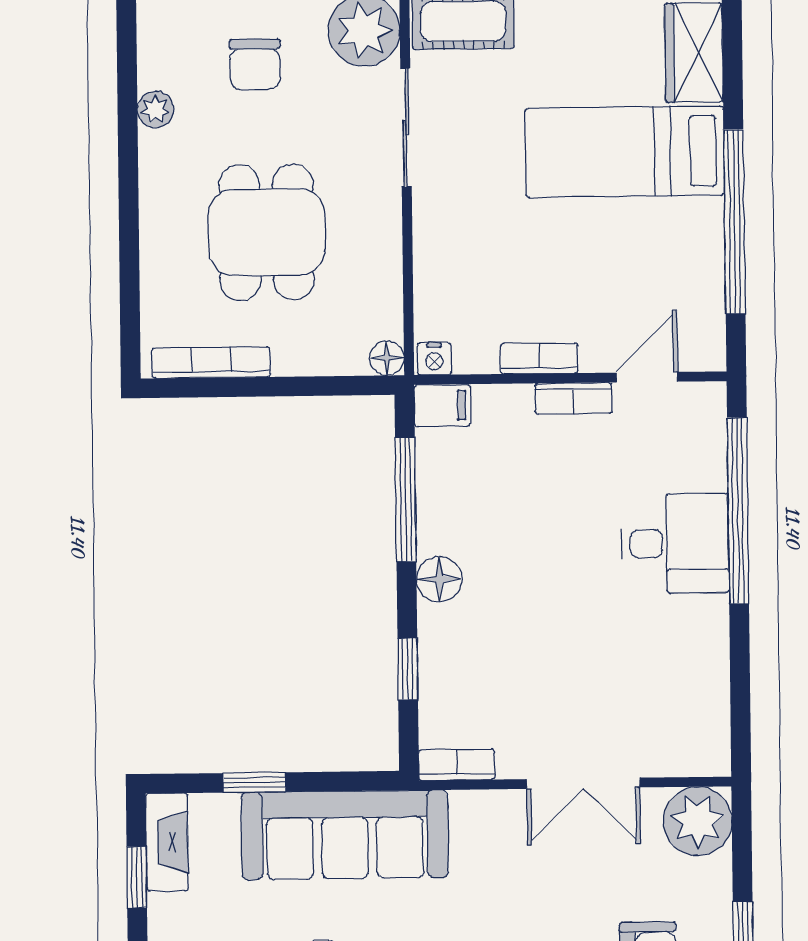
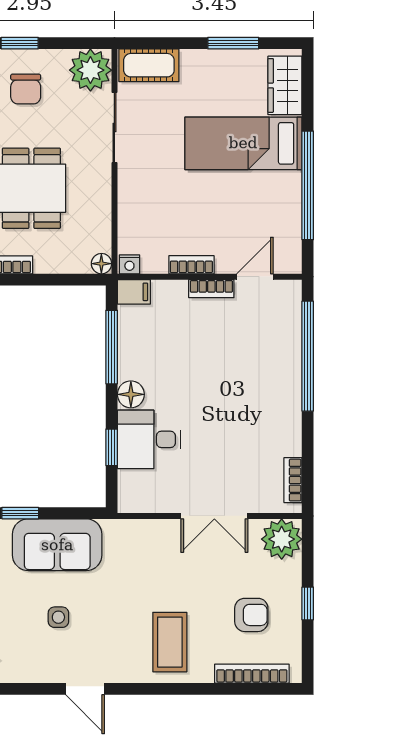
desk: (675, 543) -> (149, 439), moved, turned 180
bookcase: (457, 765) -> (293, 480), moved, turned -90
sofa: (345, 835) -> (57, 545), width x0.73

